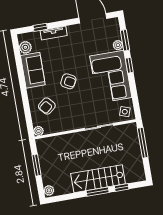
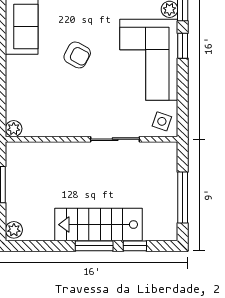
armchair: (47, 106) -> (35, 90), removed
window: (143, 143) -> (183, 197), moved

